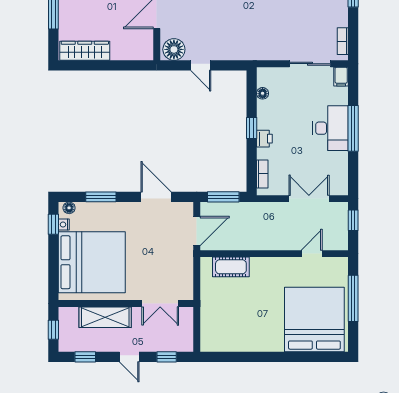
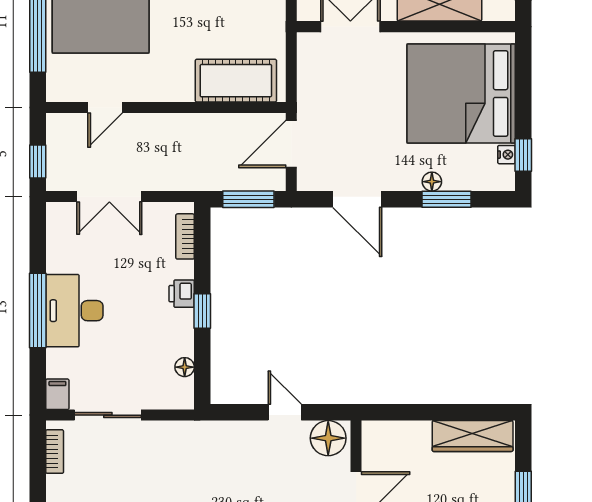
floor lamp: (69, 208) -> (432, 182), moved
cot: (231, 267) -> (236, 81), width x1.37, depth x1.34

